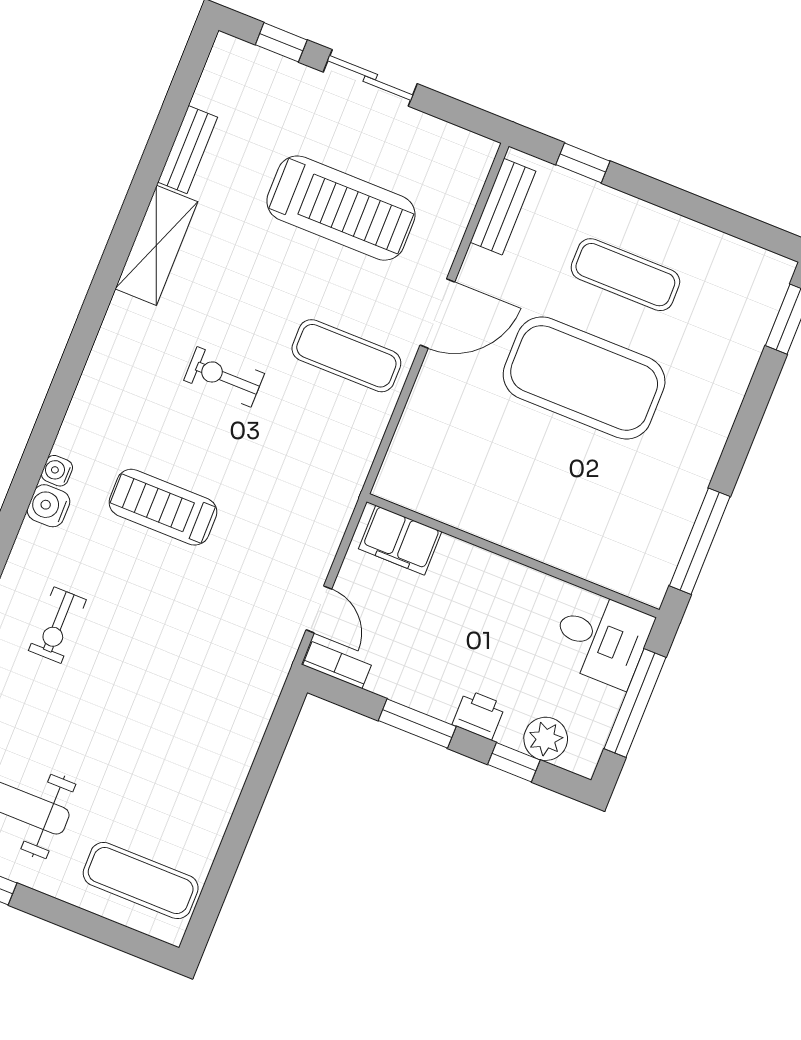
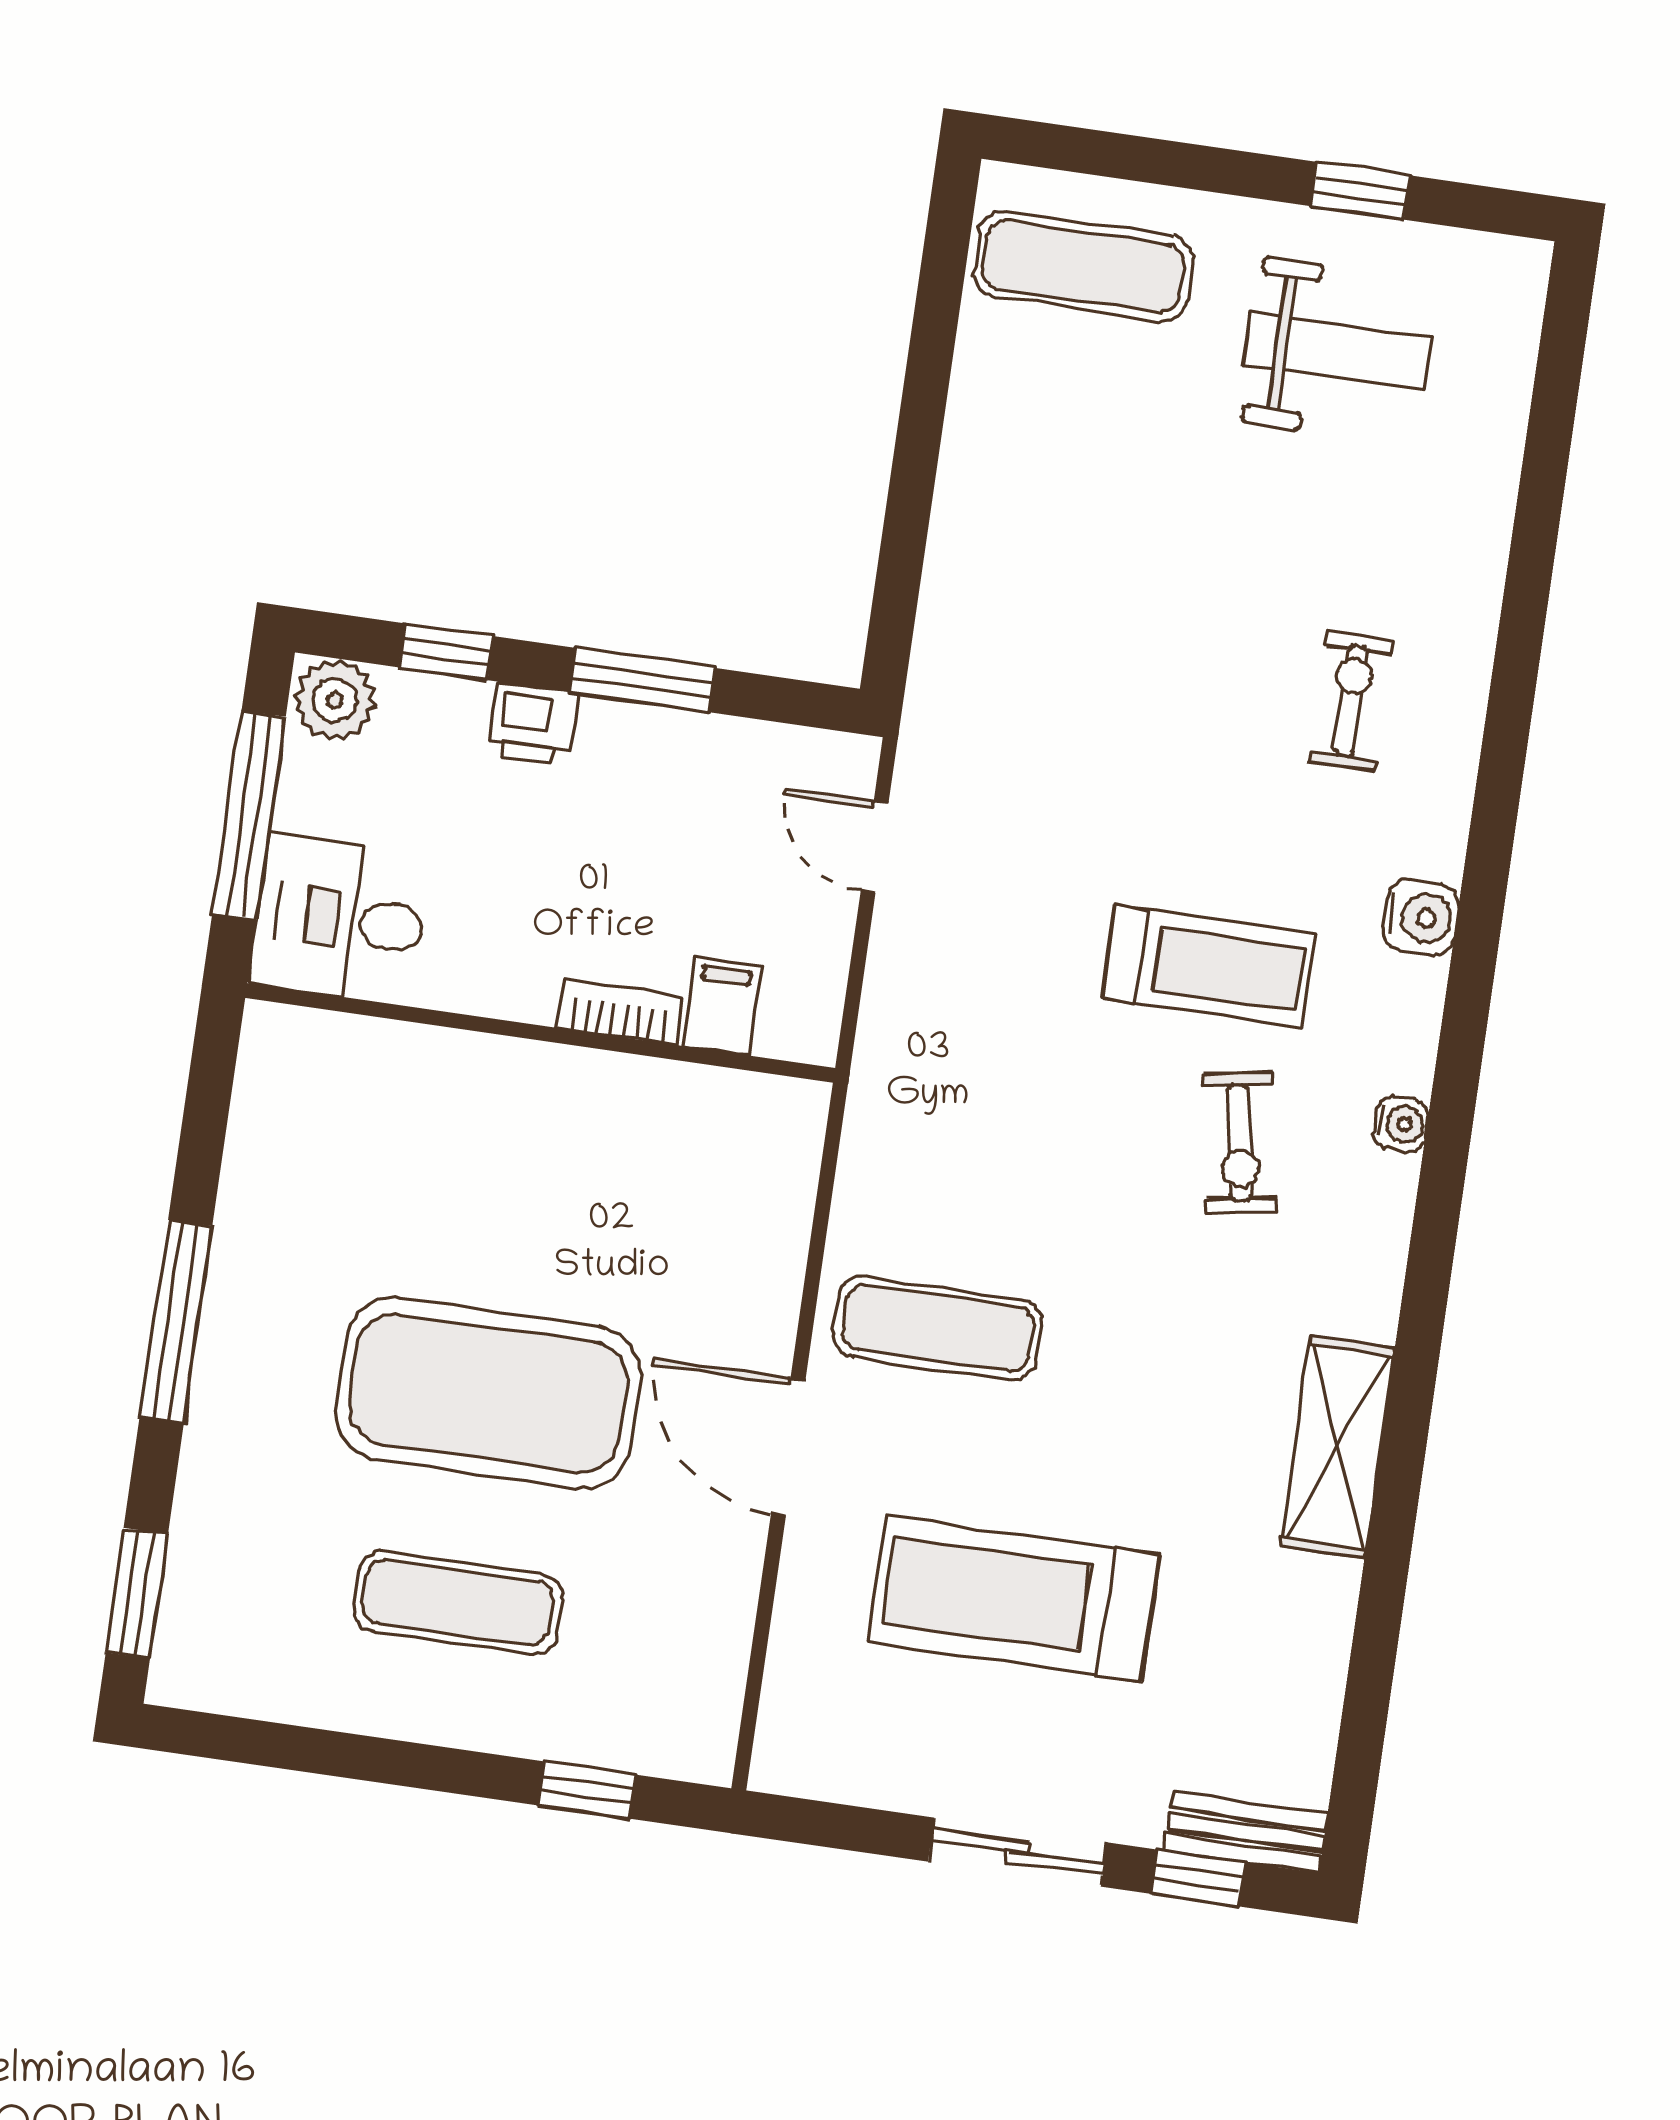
bench: (188, 150) -> (1246, 1832), moved, turned 90
bench: (503, 207) -> (715, 1673), removed
door: (437, 314) -> (788, 1447), hinge flipped
exercise bike: (224, 377) -> (1239, 1143), moved, turned 80
water cooler: (57, 471) -> (1401, 1124), moved
filing cabinet: (400, 540) -> (722, 1006), width x0.50
window: (700, 541) -> (176, 1322), moved
bookcase: (337, 665) -> (620, 1012), moved, turned 180
plant: (546, 739) -> (335, 700), moved

